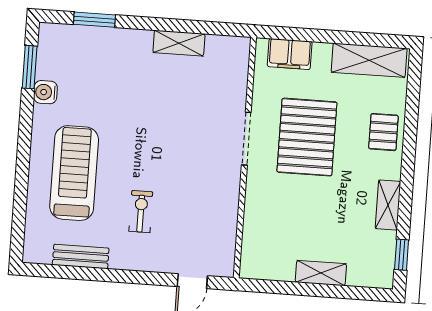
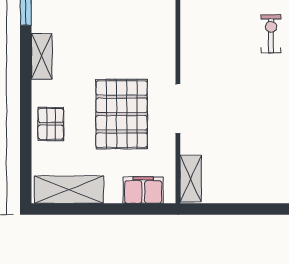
shelving: (179, 43) -> (191, 179), moved, turned 90
exercise bike: (141, 212) -> (271, 34), turned 180

